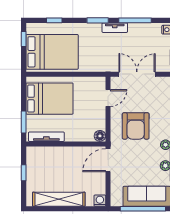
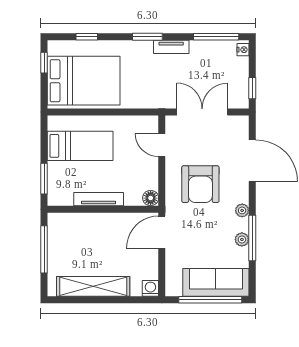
window: (135, 20) -> (216, 37), moved
door: (108, 98) -> (162, 145), swing flipped
bed: (49, 99) -> (80, 146), width x0.67
tv unit: (46, 137) -> (99, 199), moved
window: (24, 173) -> (44, 249), width x2.17

